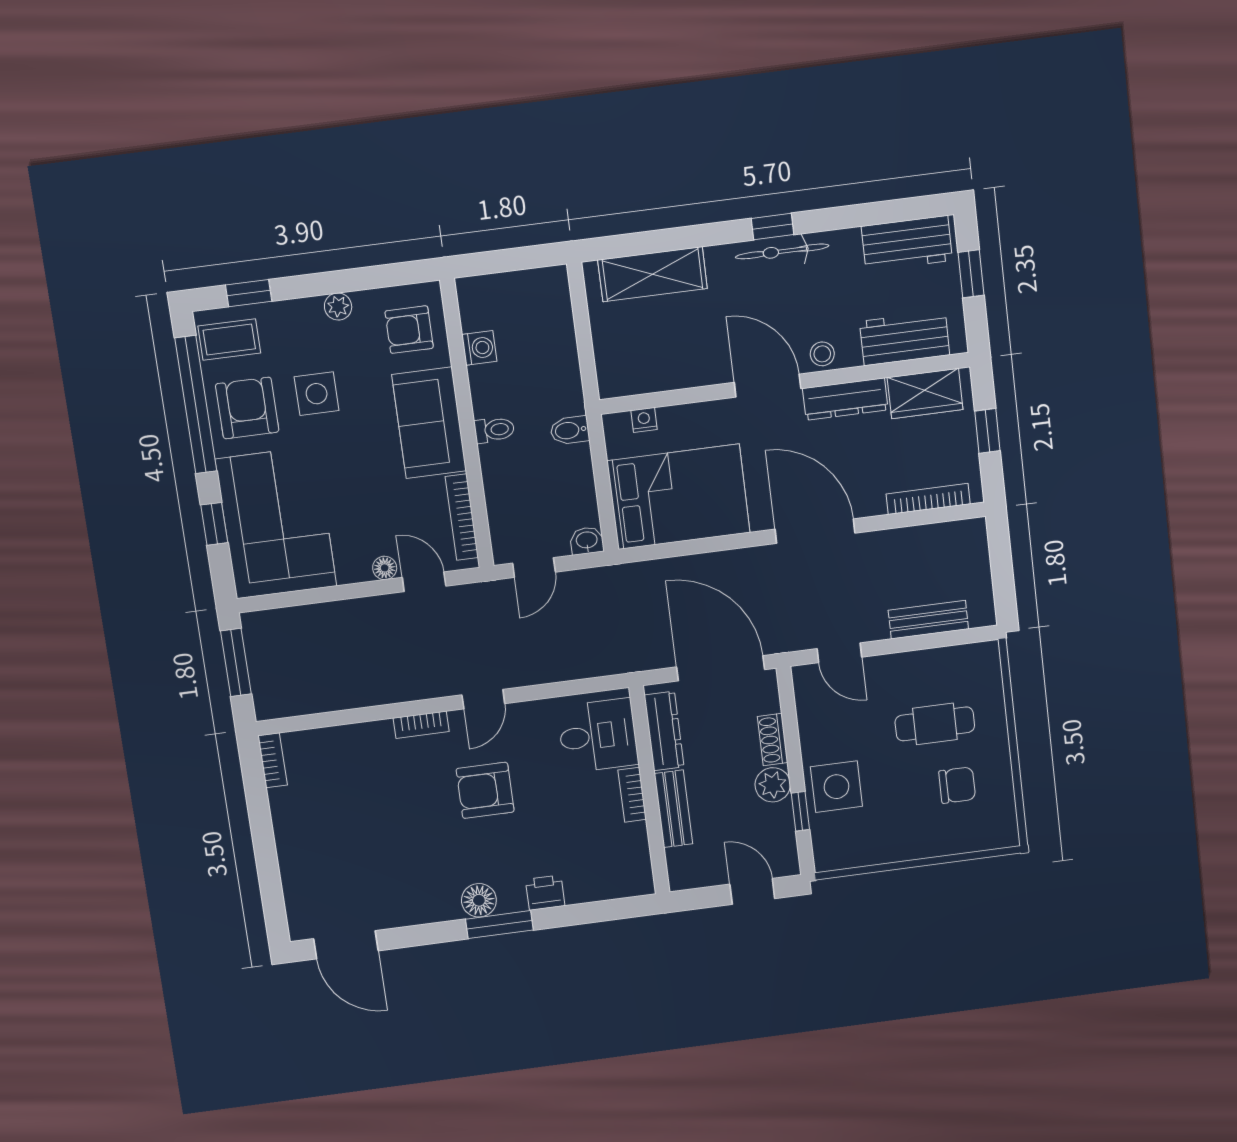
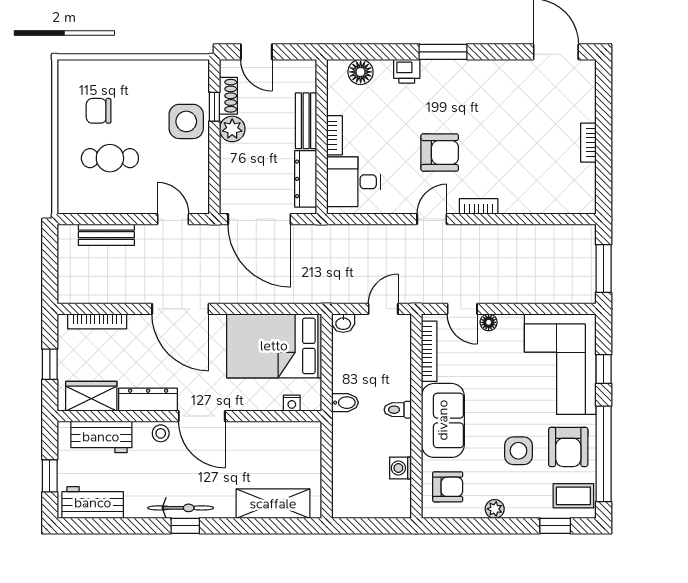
shoe rack: (773, 740) -> (228, 96), moved
bookcase: (273, 760) -> (588, 143), moved
floor lamp: (479, 900) -> (361, 72), moved

